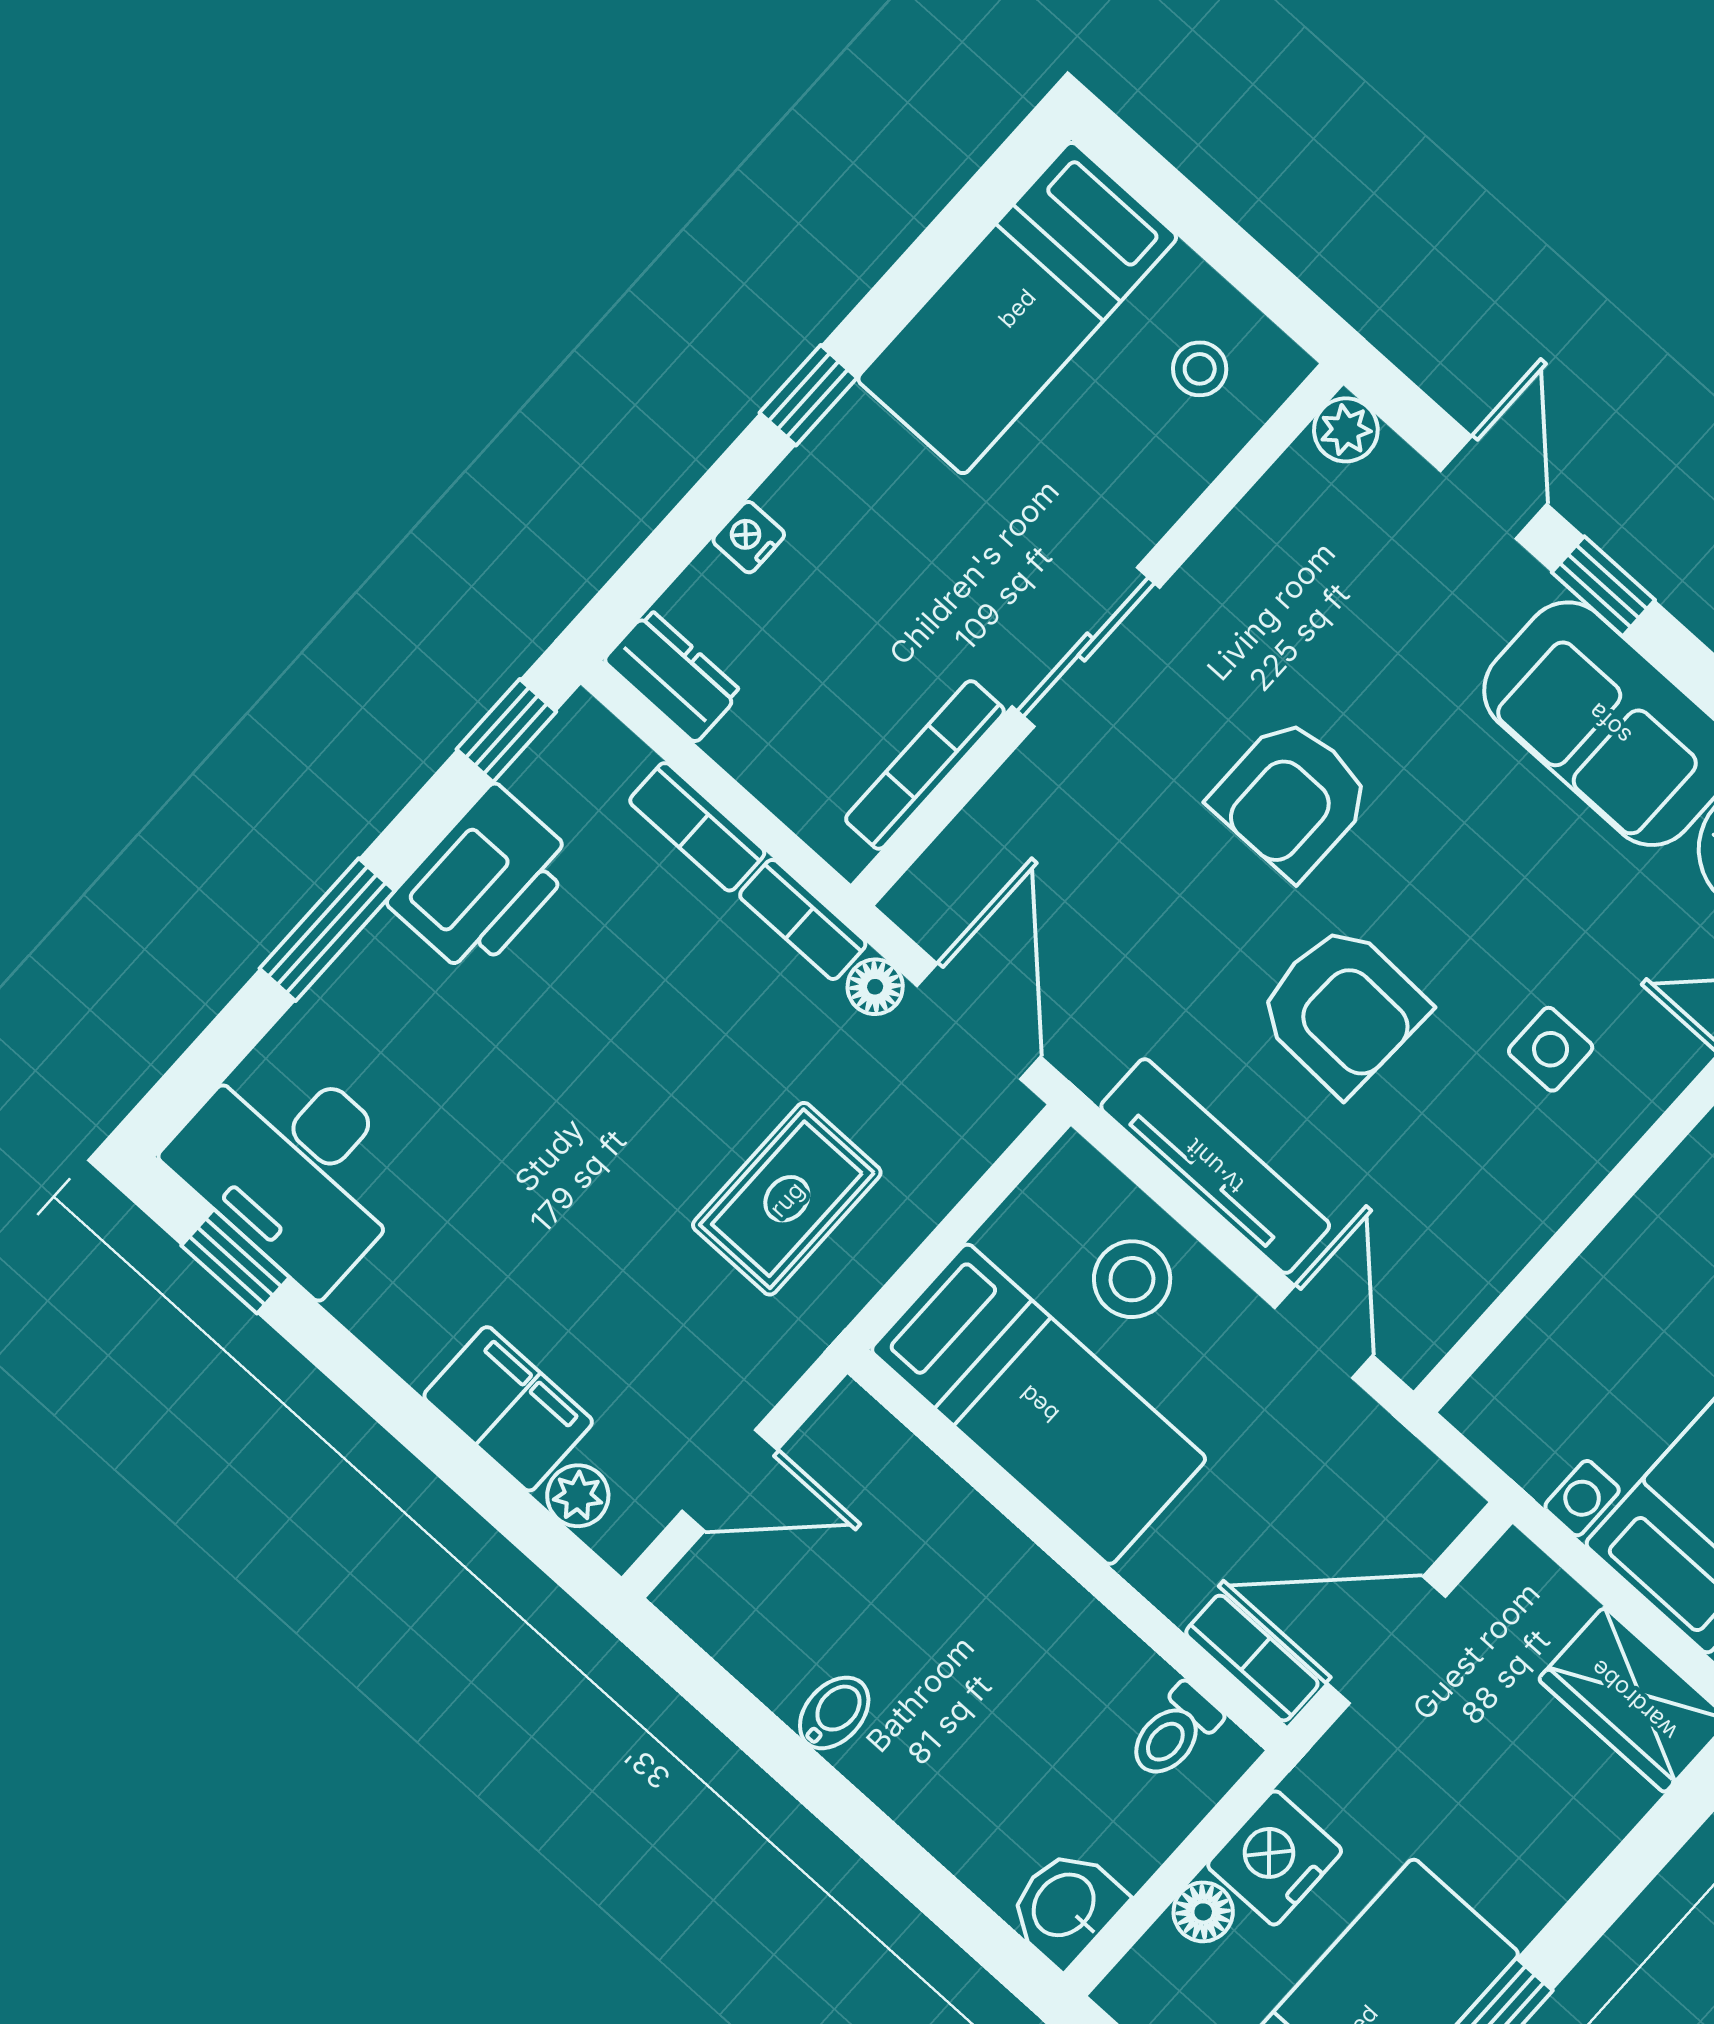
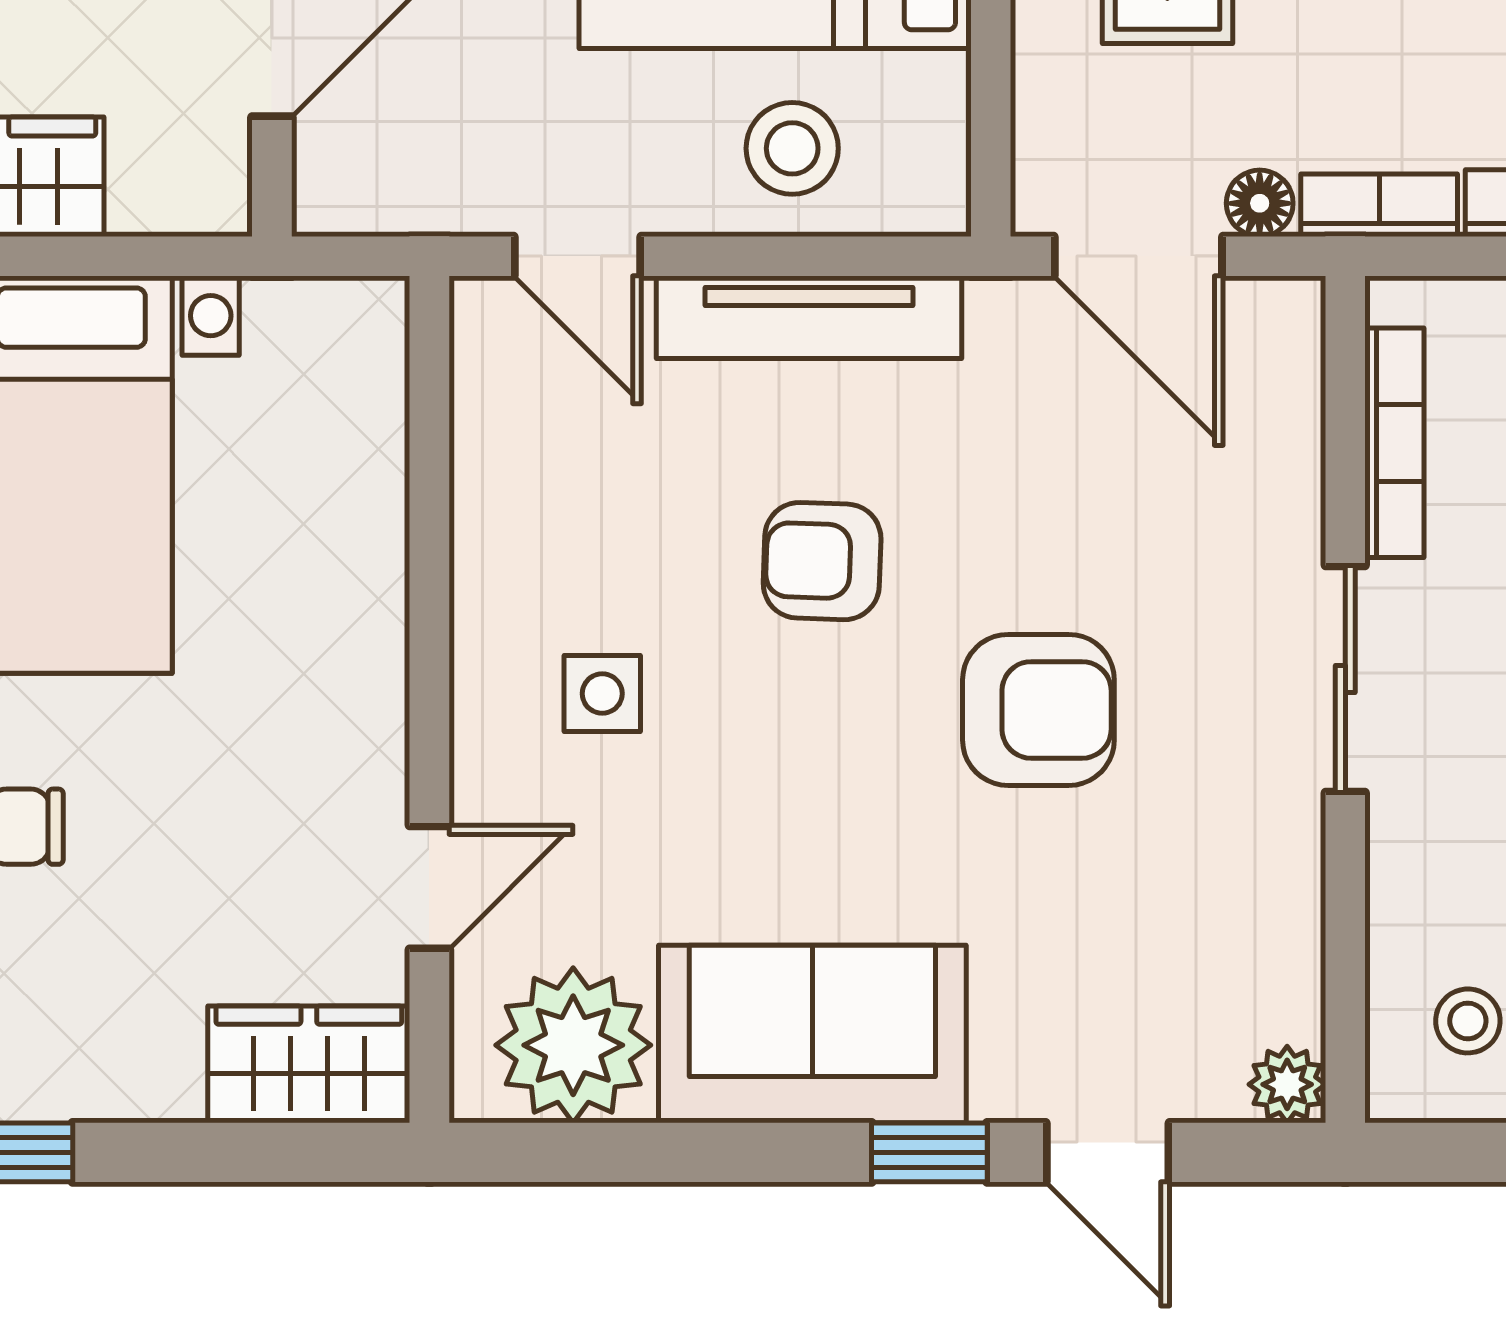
armchair: (1292, 798) -> (1038, 710), turned 90
armchair: (1342, 1009) -> (822, 561), width x0.72, depth x0.72

